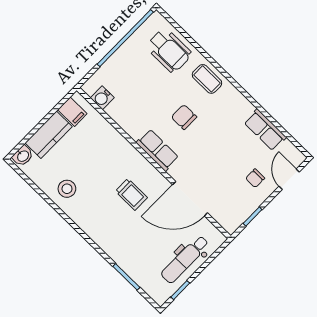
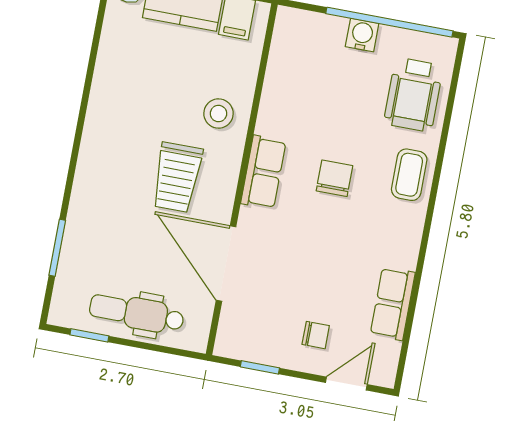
water cooler: (102, 98) -> (362, 35), moved, turned 90
chair: (255, 178) -> (316, 335), turned 180
stool: (67, 189) -> (218, 114), moved
trolley: (131, 194) -> (177, 177), width x1.36, depth x1.39

